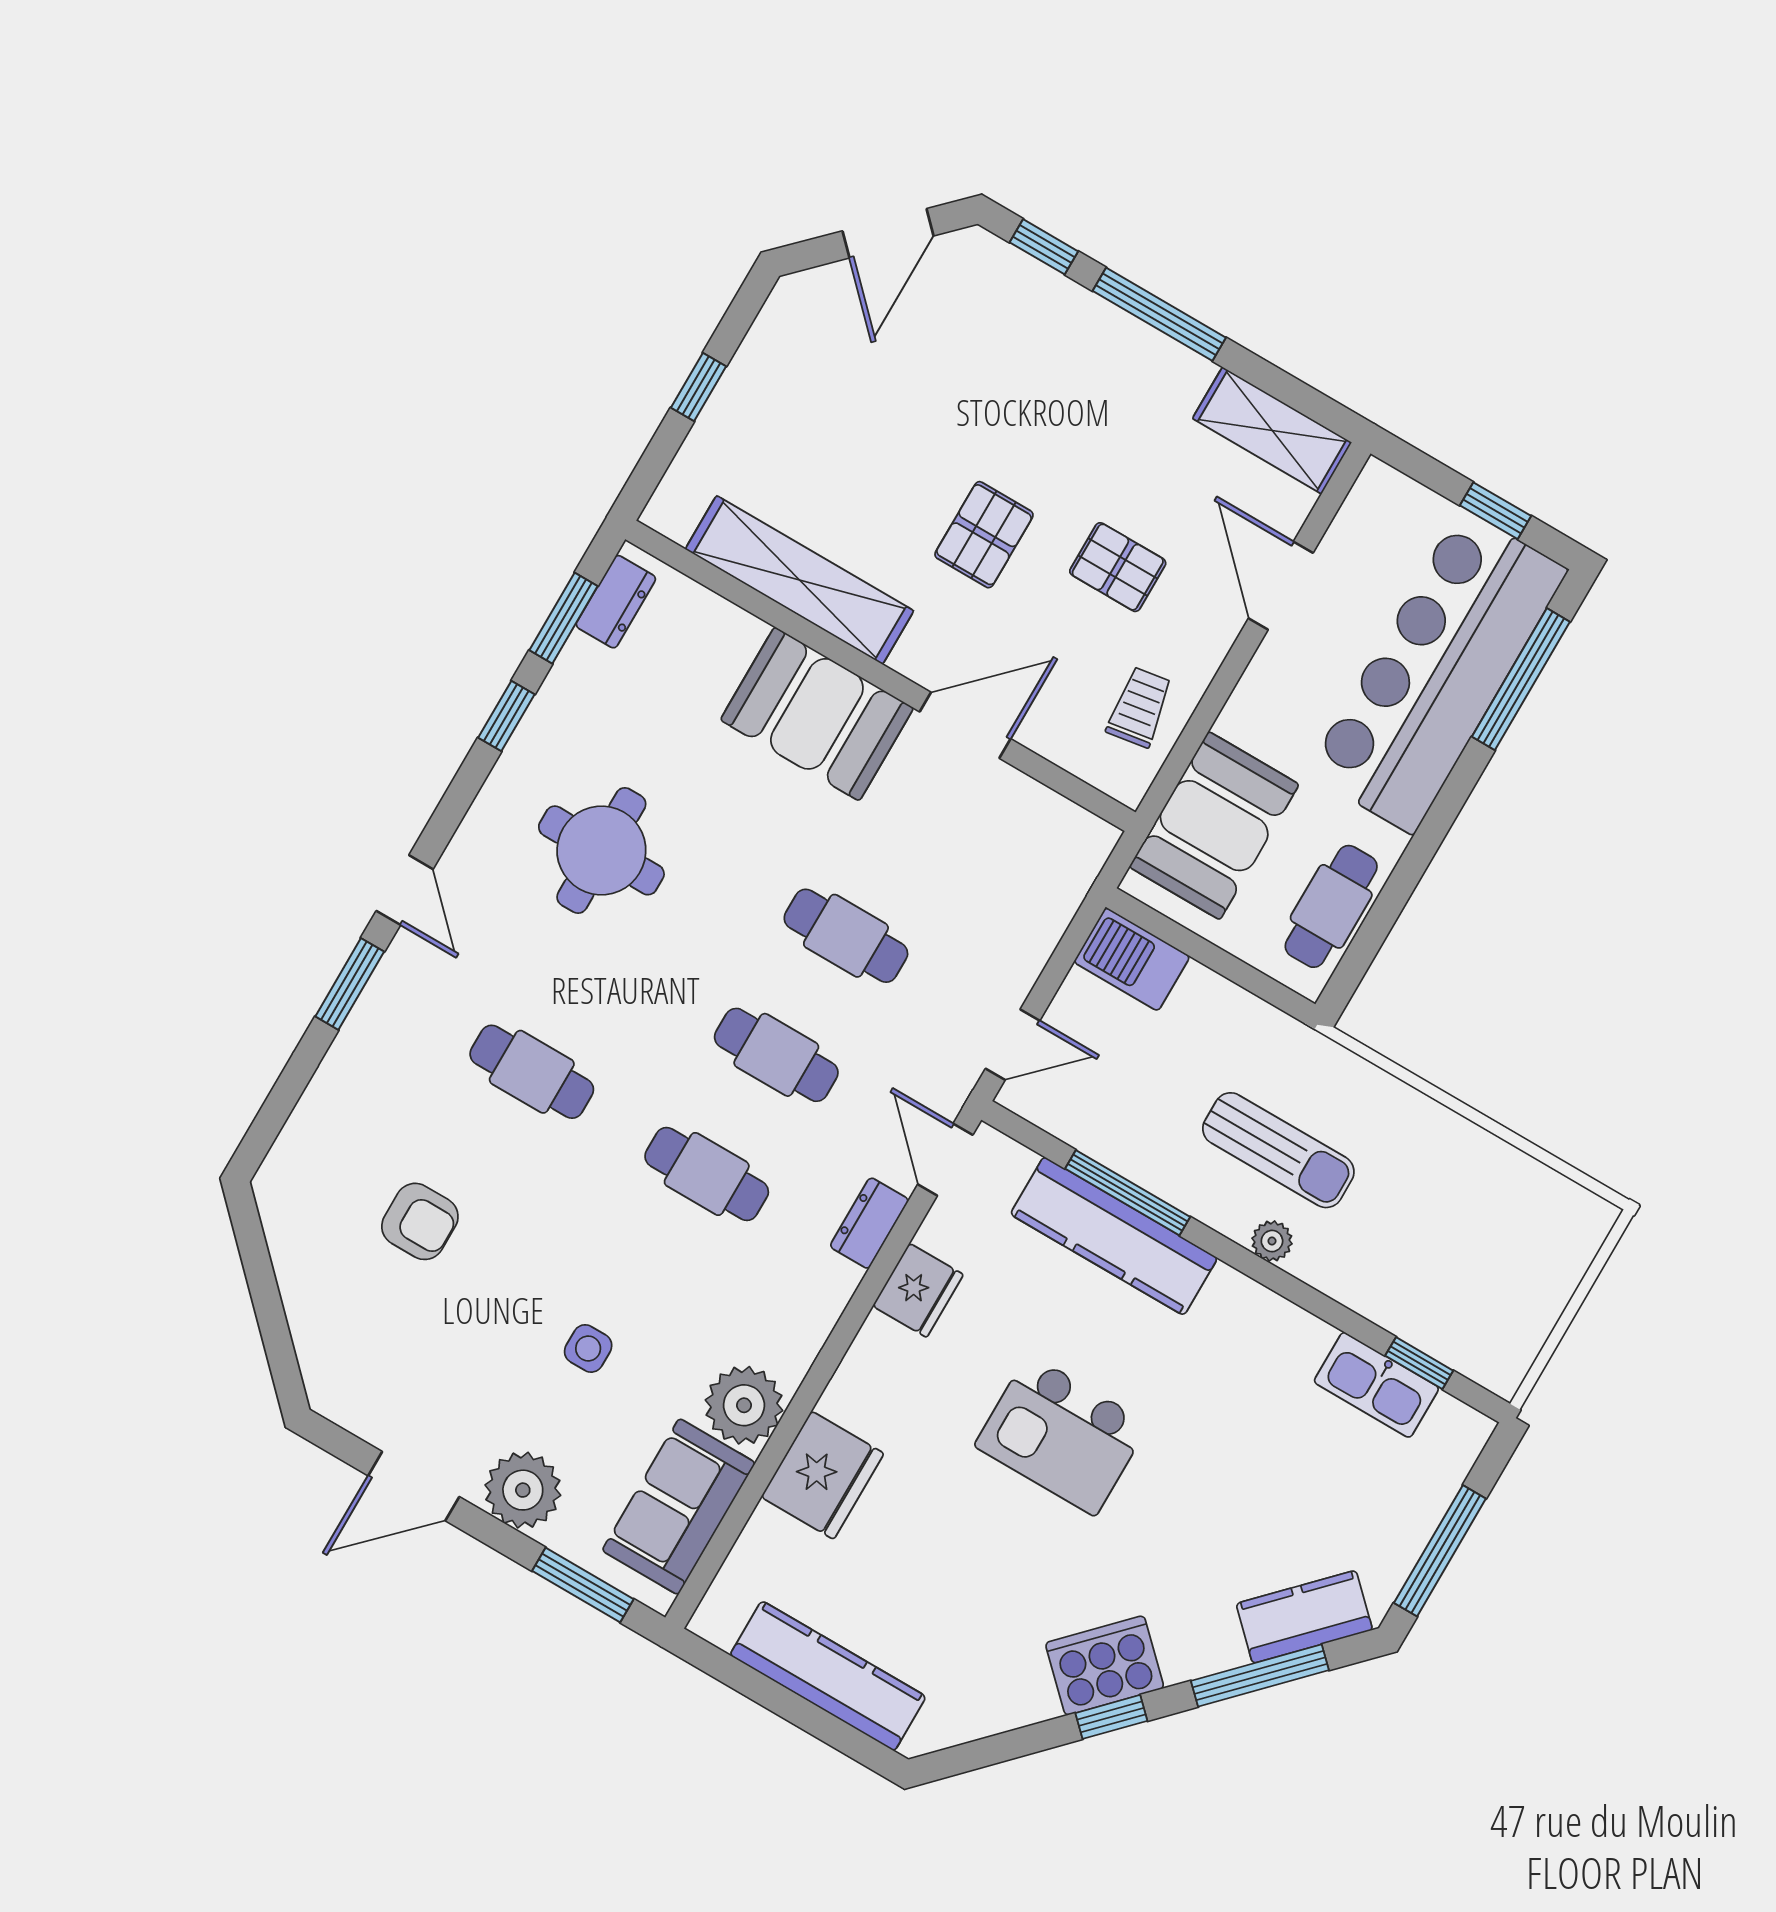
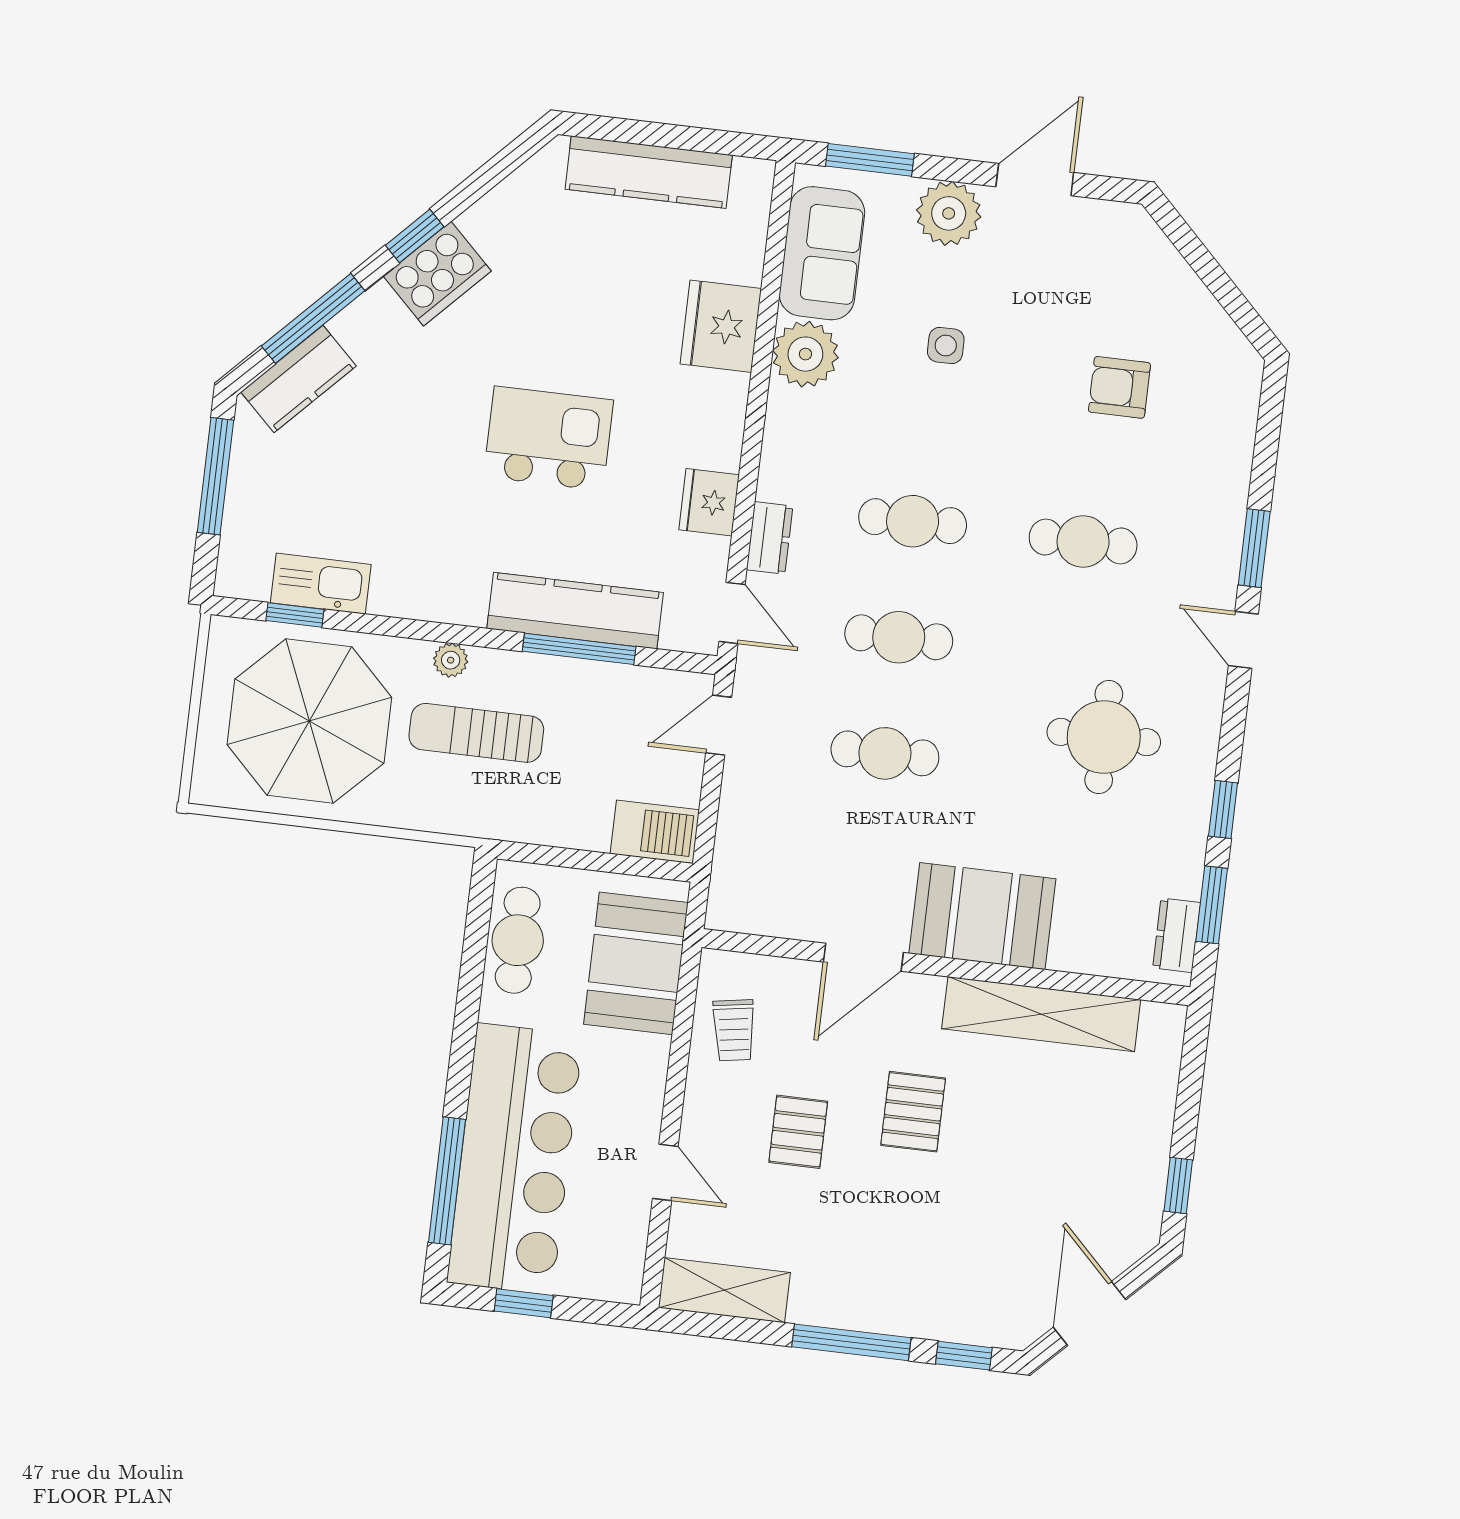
window: (699, 387) -> (1178, 1185), moved
pallet: (1118, 567) -> (798, 1132), turned 90
door: (1281, 586) -> (665, 1172), width x0.73
parasol: (1453, 1242) -> (309, 721), added

